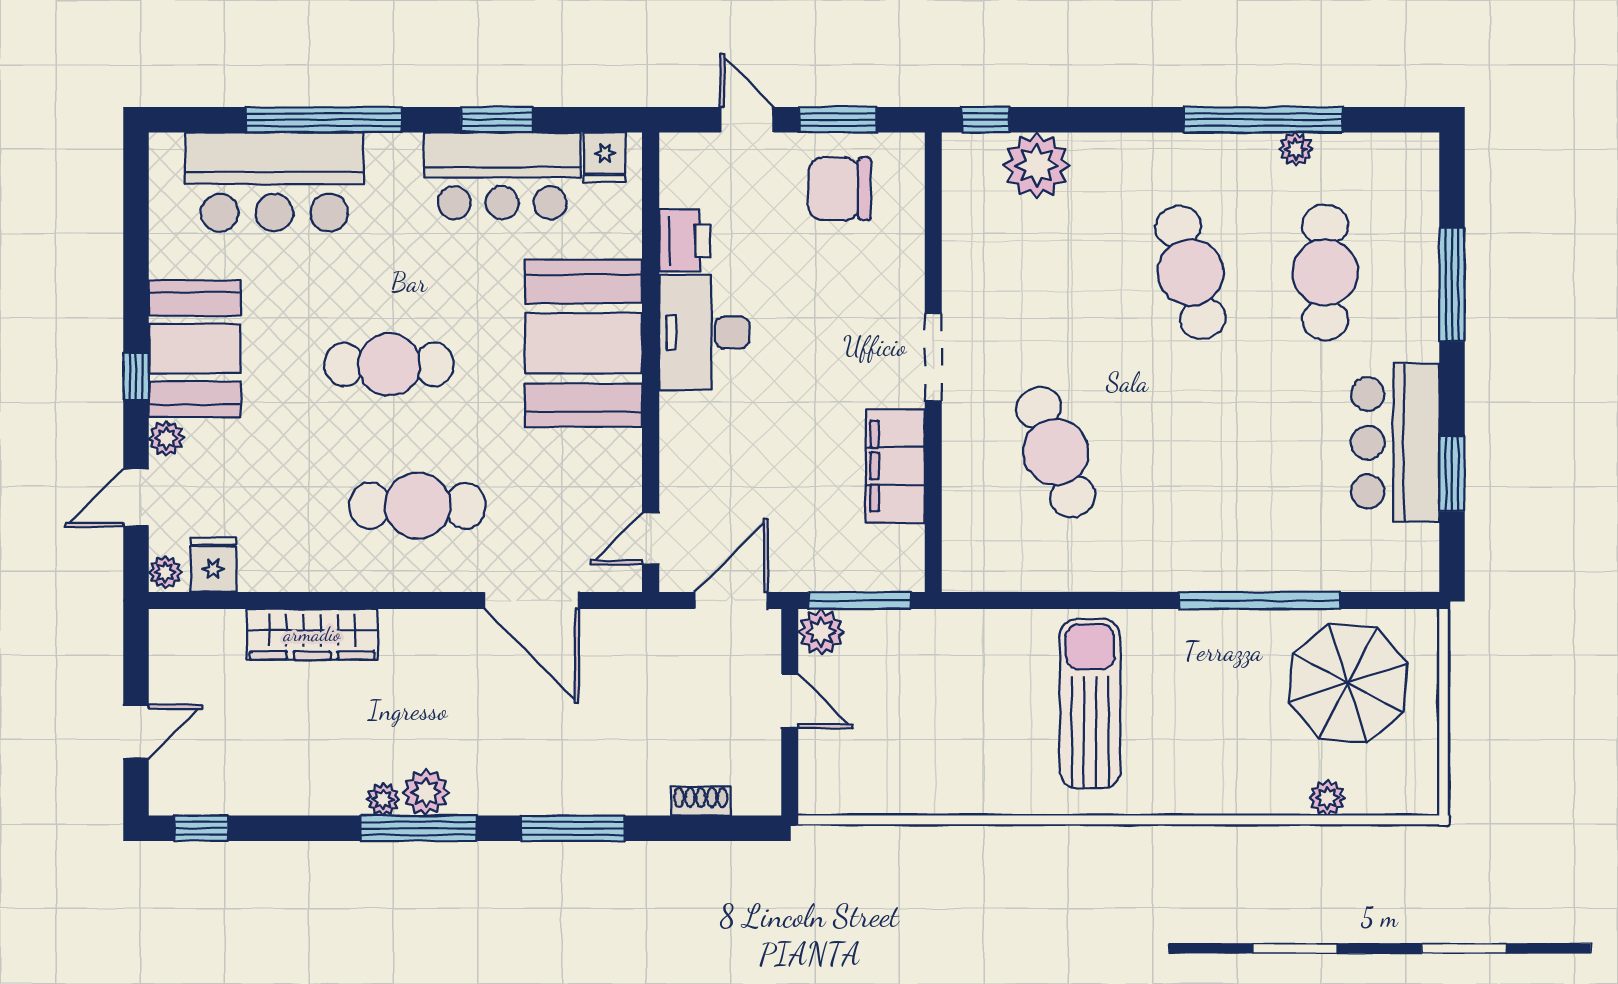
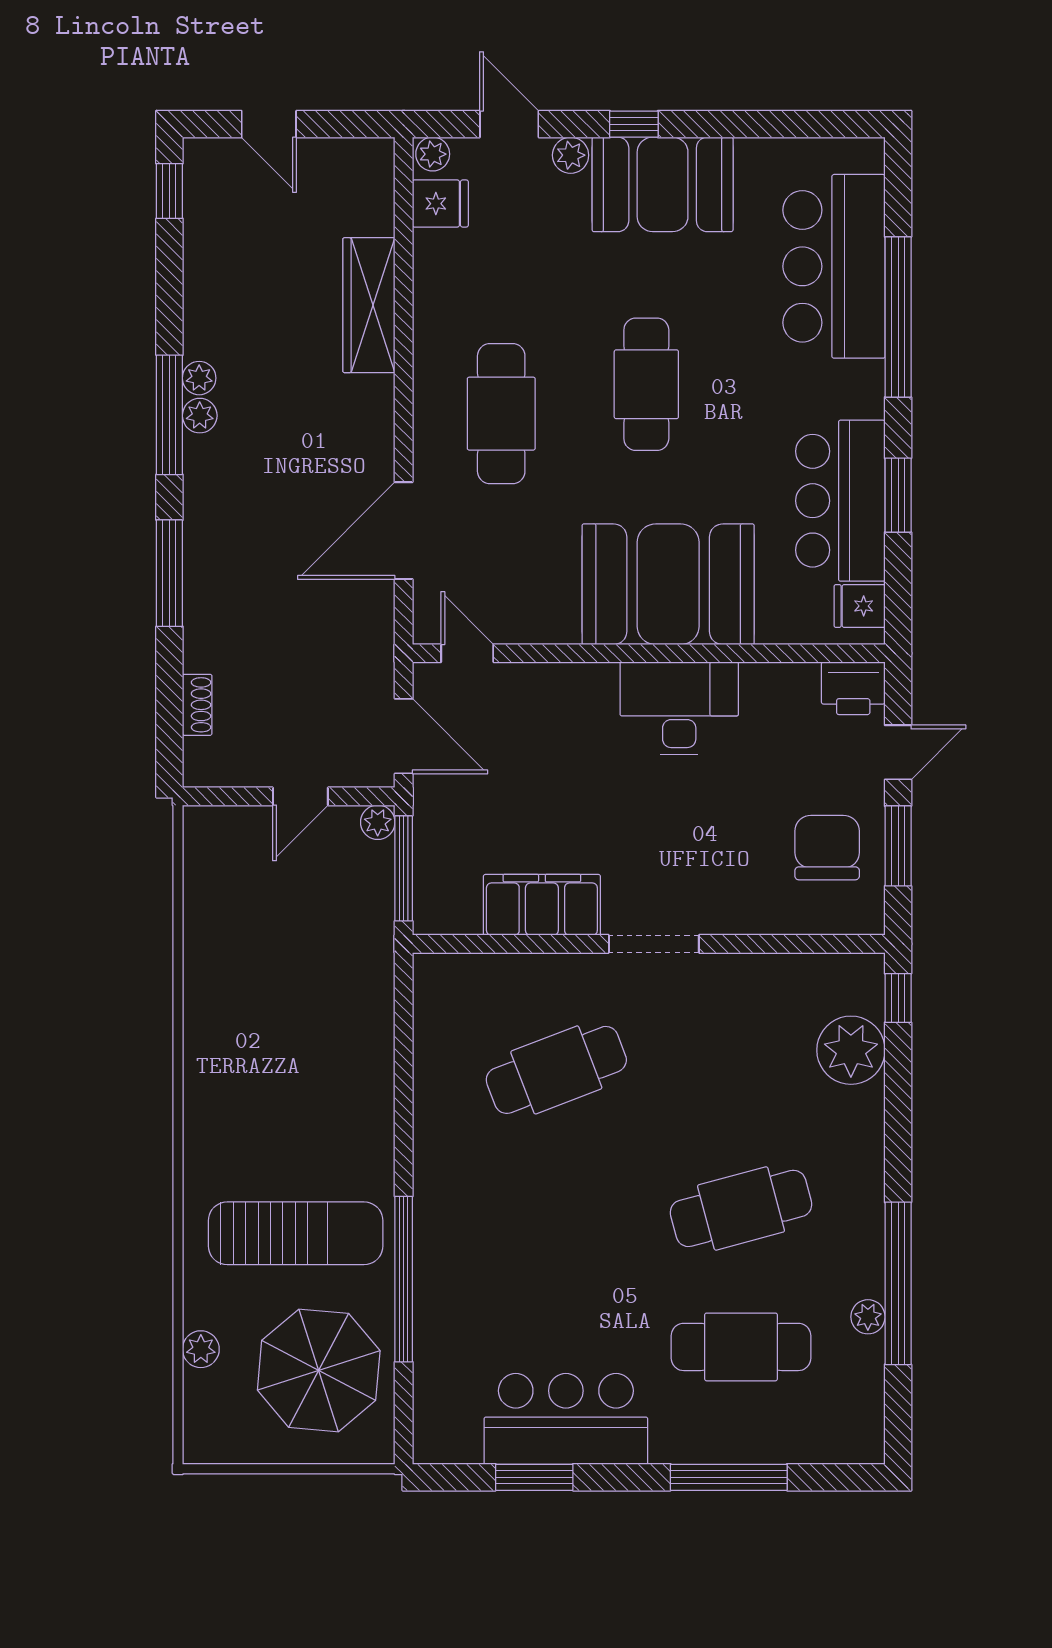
printer: (685, 241) -> (853, 688), moved
plant: (821, 632) -> (378, 822), width x0.73, depth x0.73
sun lounger: (1090, 704) -> (296, 1233), moved
plant: (426, 792) -> (200, 416), width x0.73, depth x0.73

